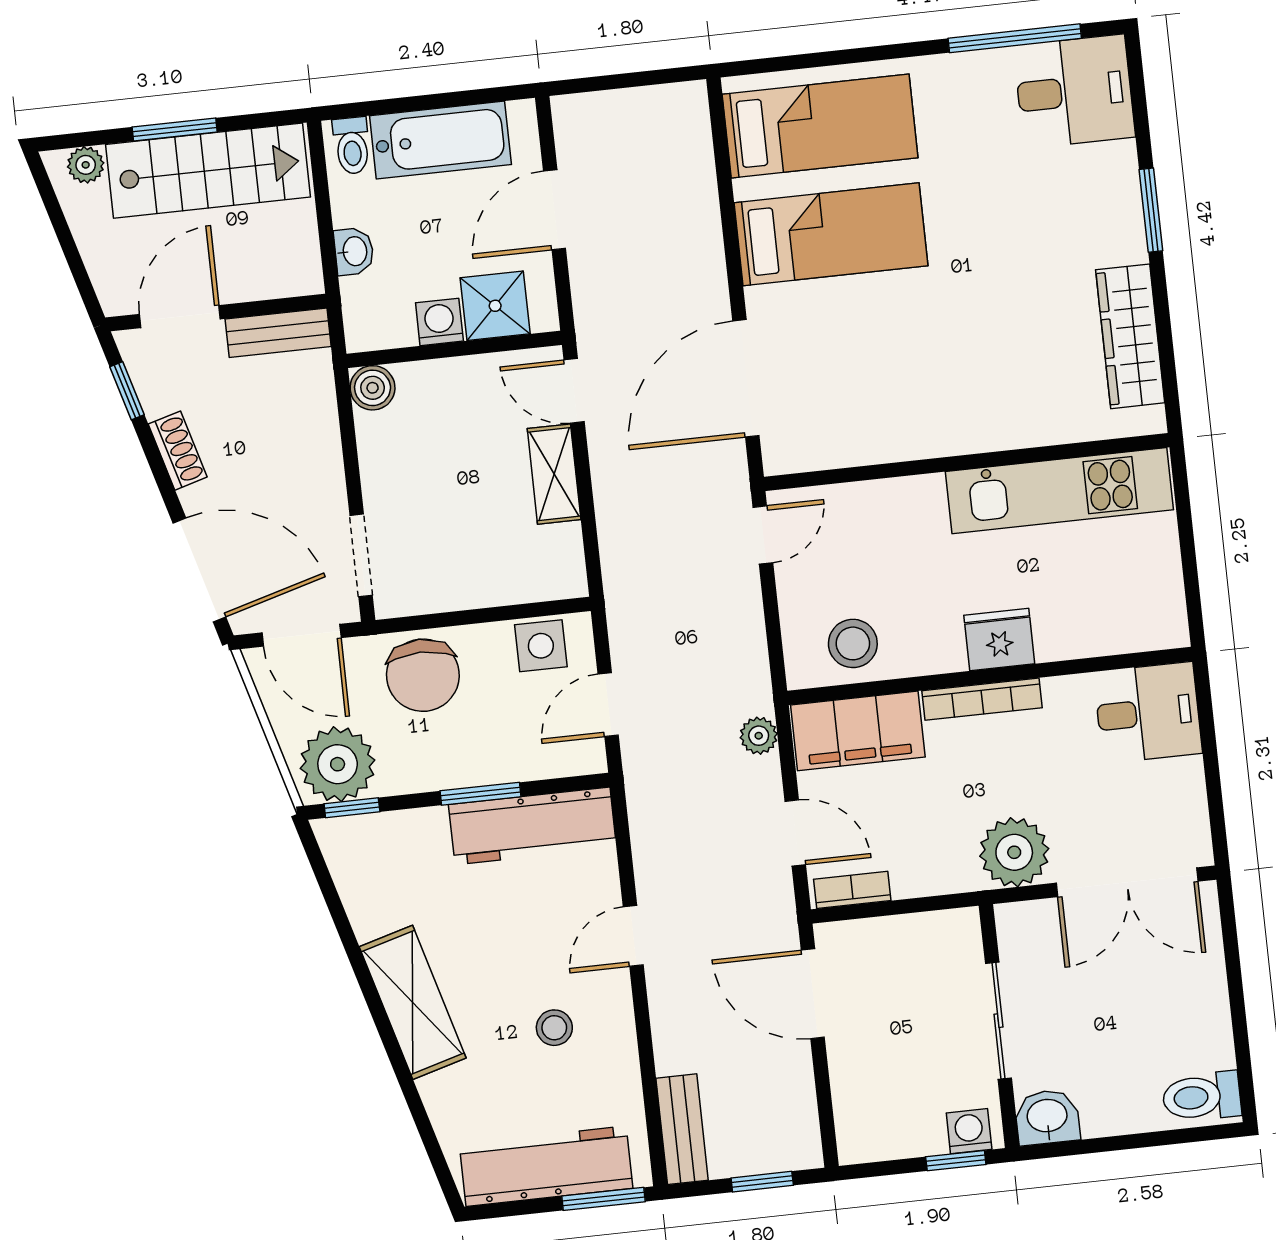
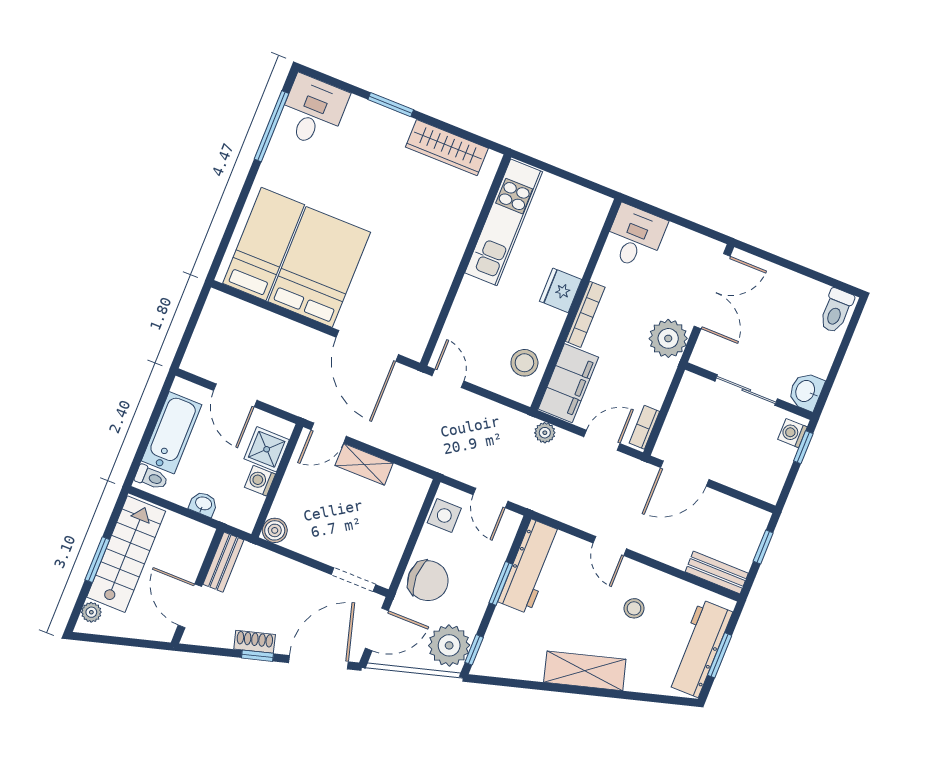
bed: (831, 234) -> (319, 267), width x1.50
window: (127, 391) -> (257, 656), moved
window: (603, 1199) -> (720, 655), moved

